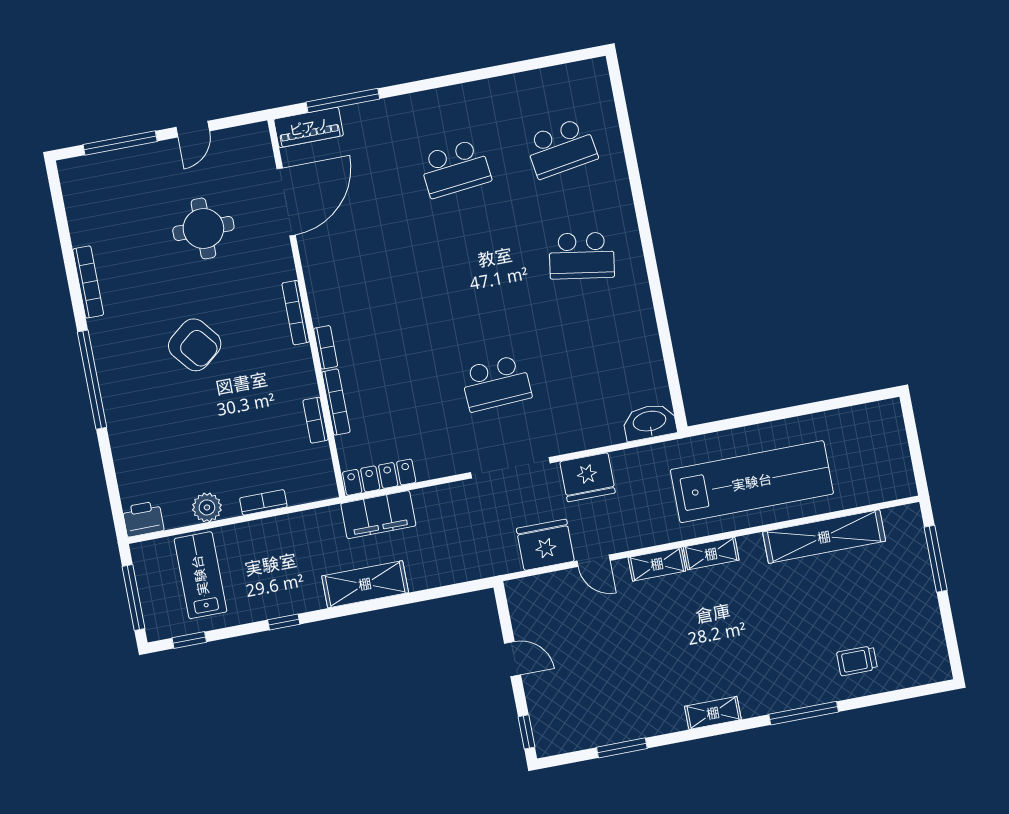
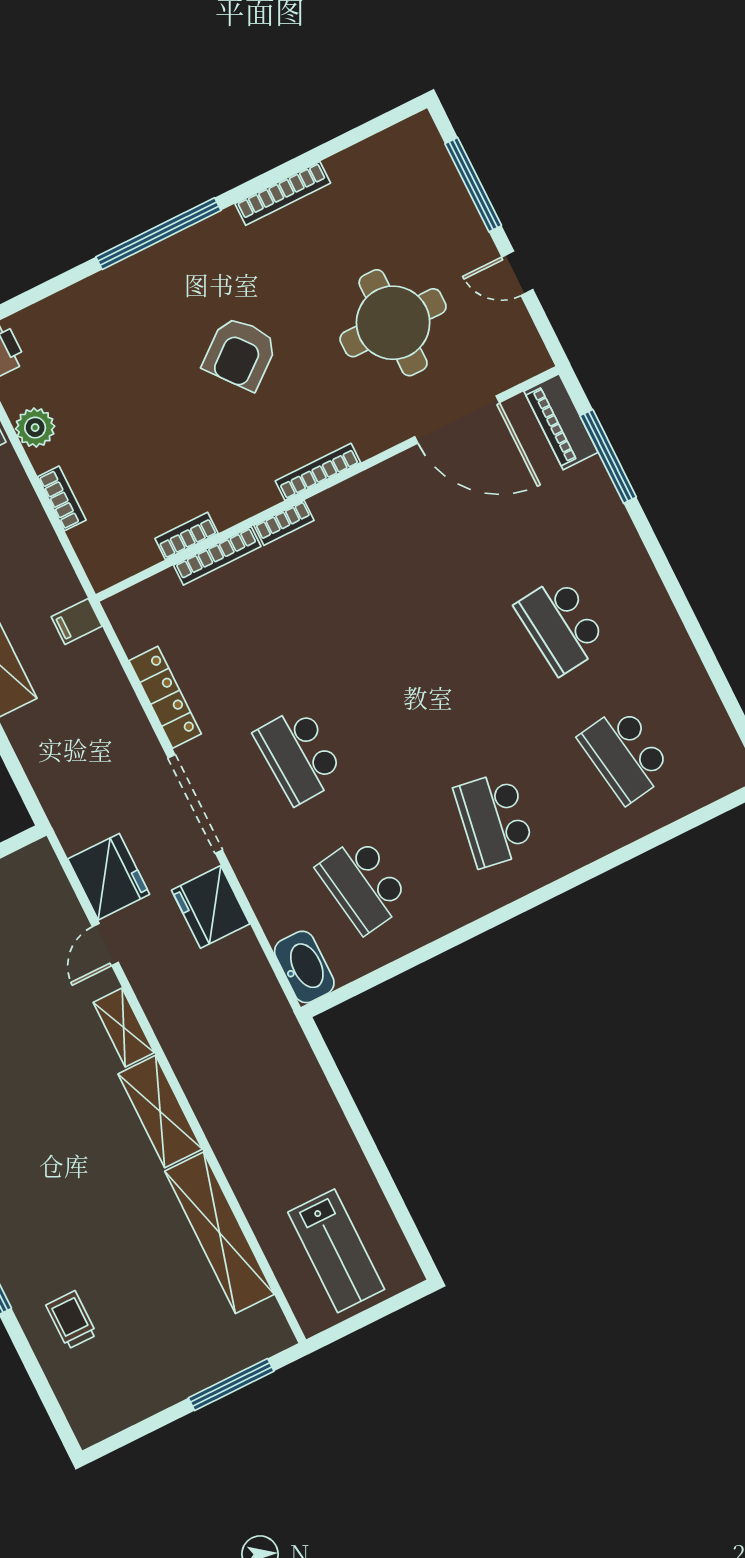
round table: (203, 228) -> (393, 323), width x1.36, depth x1.36
school desk: (602, 363) -> (363, 885), added
locker: (379, 477) -> (165, 697), moved
lab bench: (752, 482) -> (336, 1251), moved, width x0.54, depth x0.72
filing cabinet: (378, 515) -> (77, 621), width x0.33, depth x0.86
shelving: (711, 554) -> (160, 1112), width x1.50, depth x1.33

